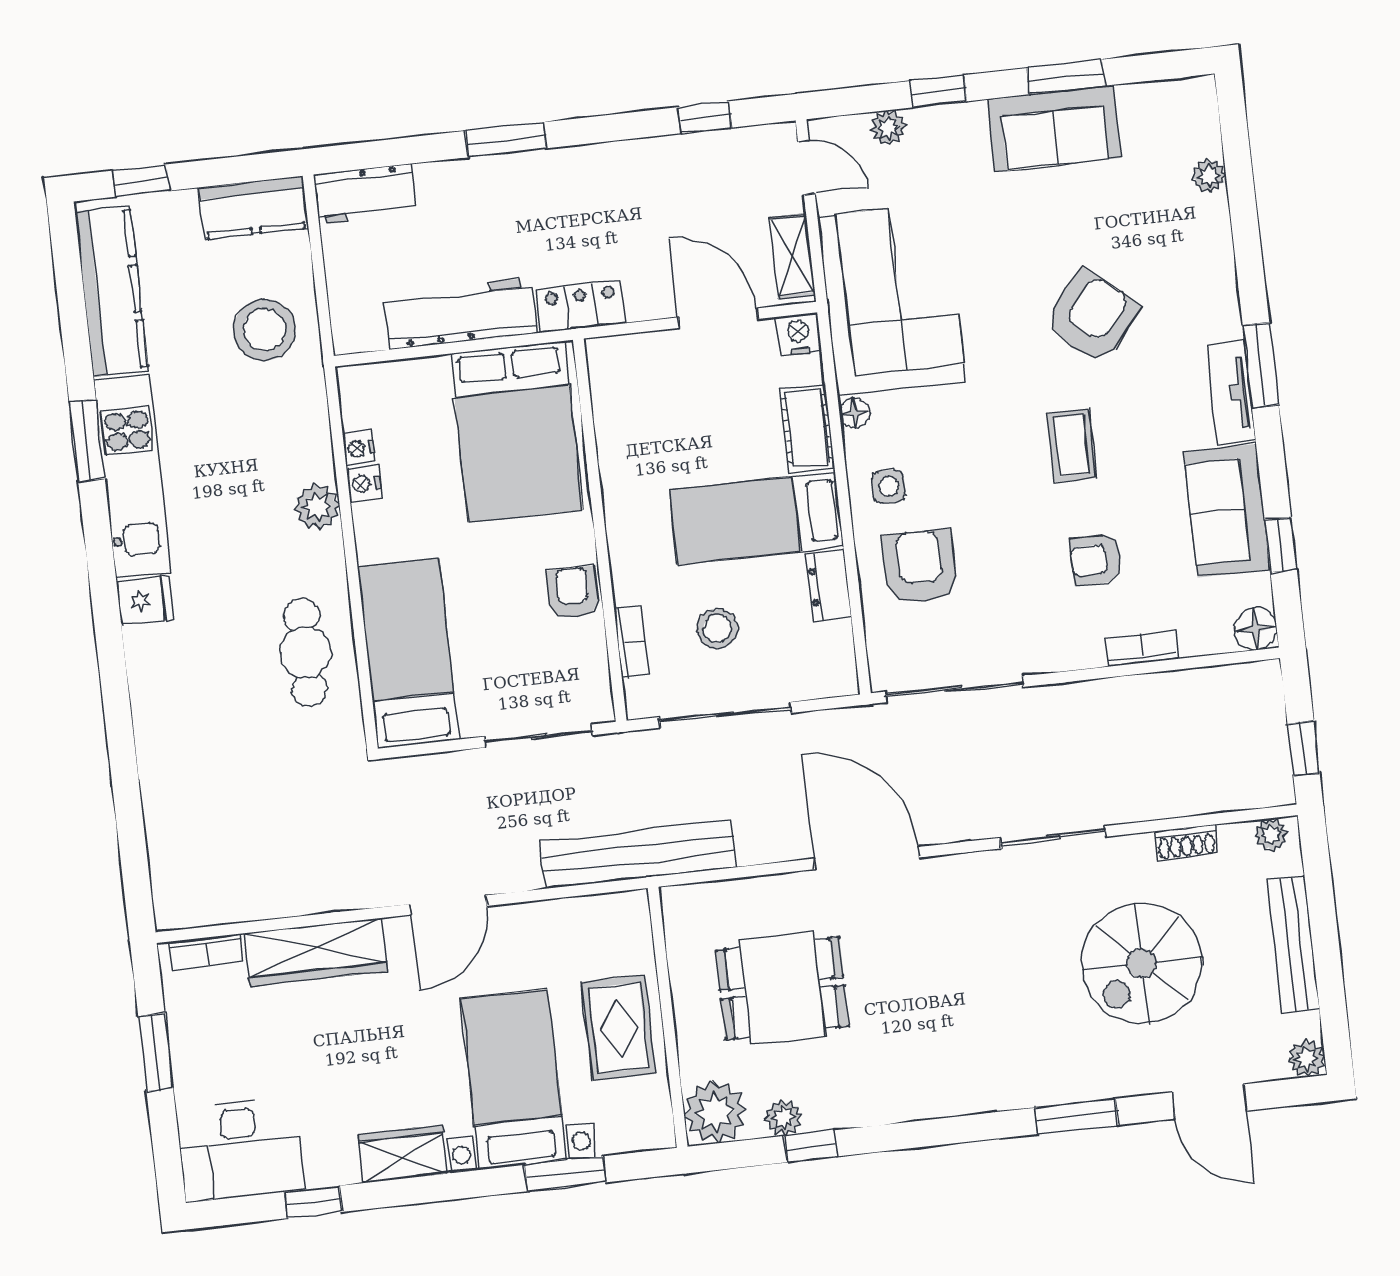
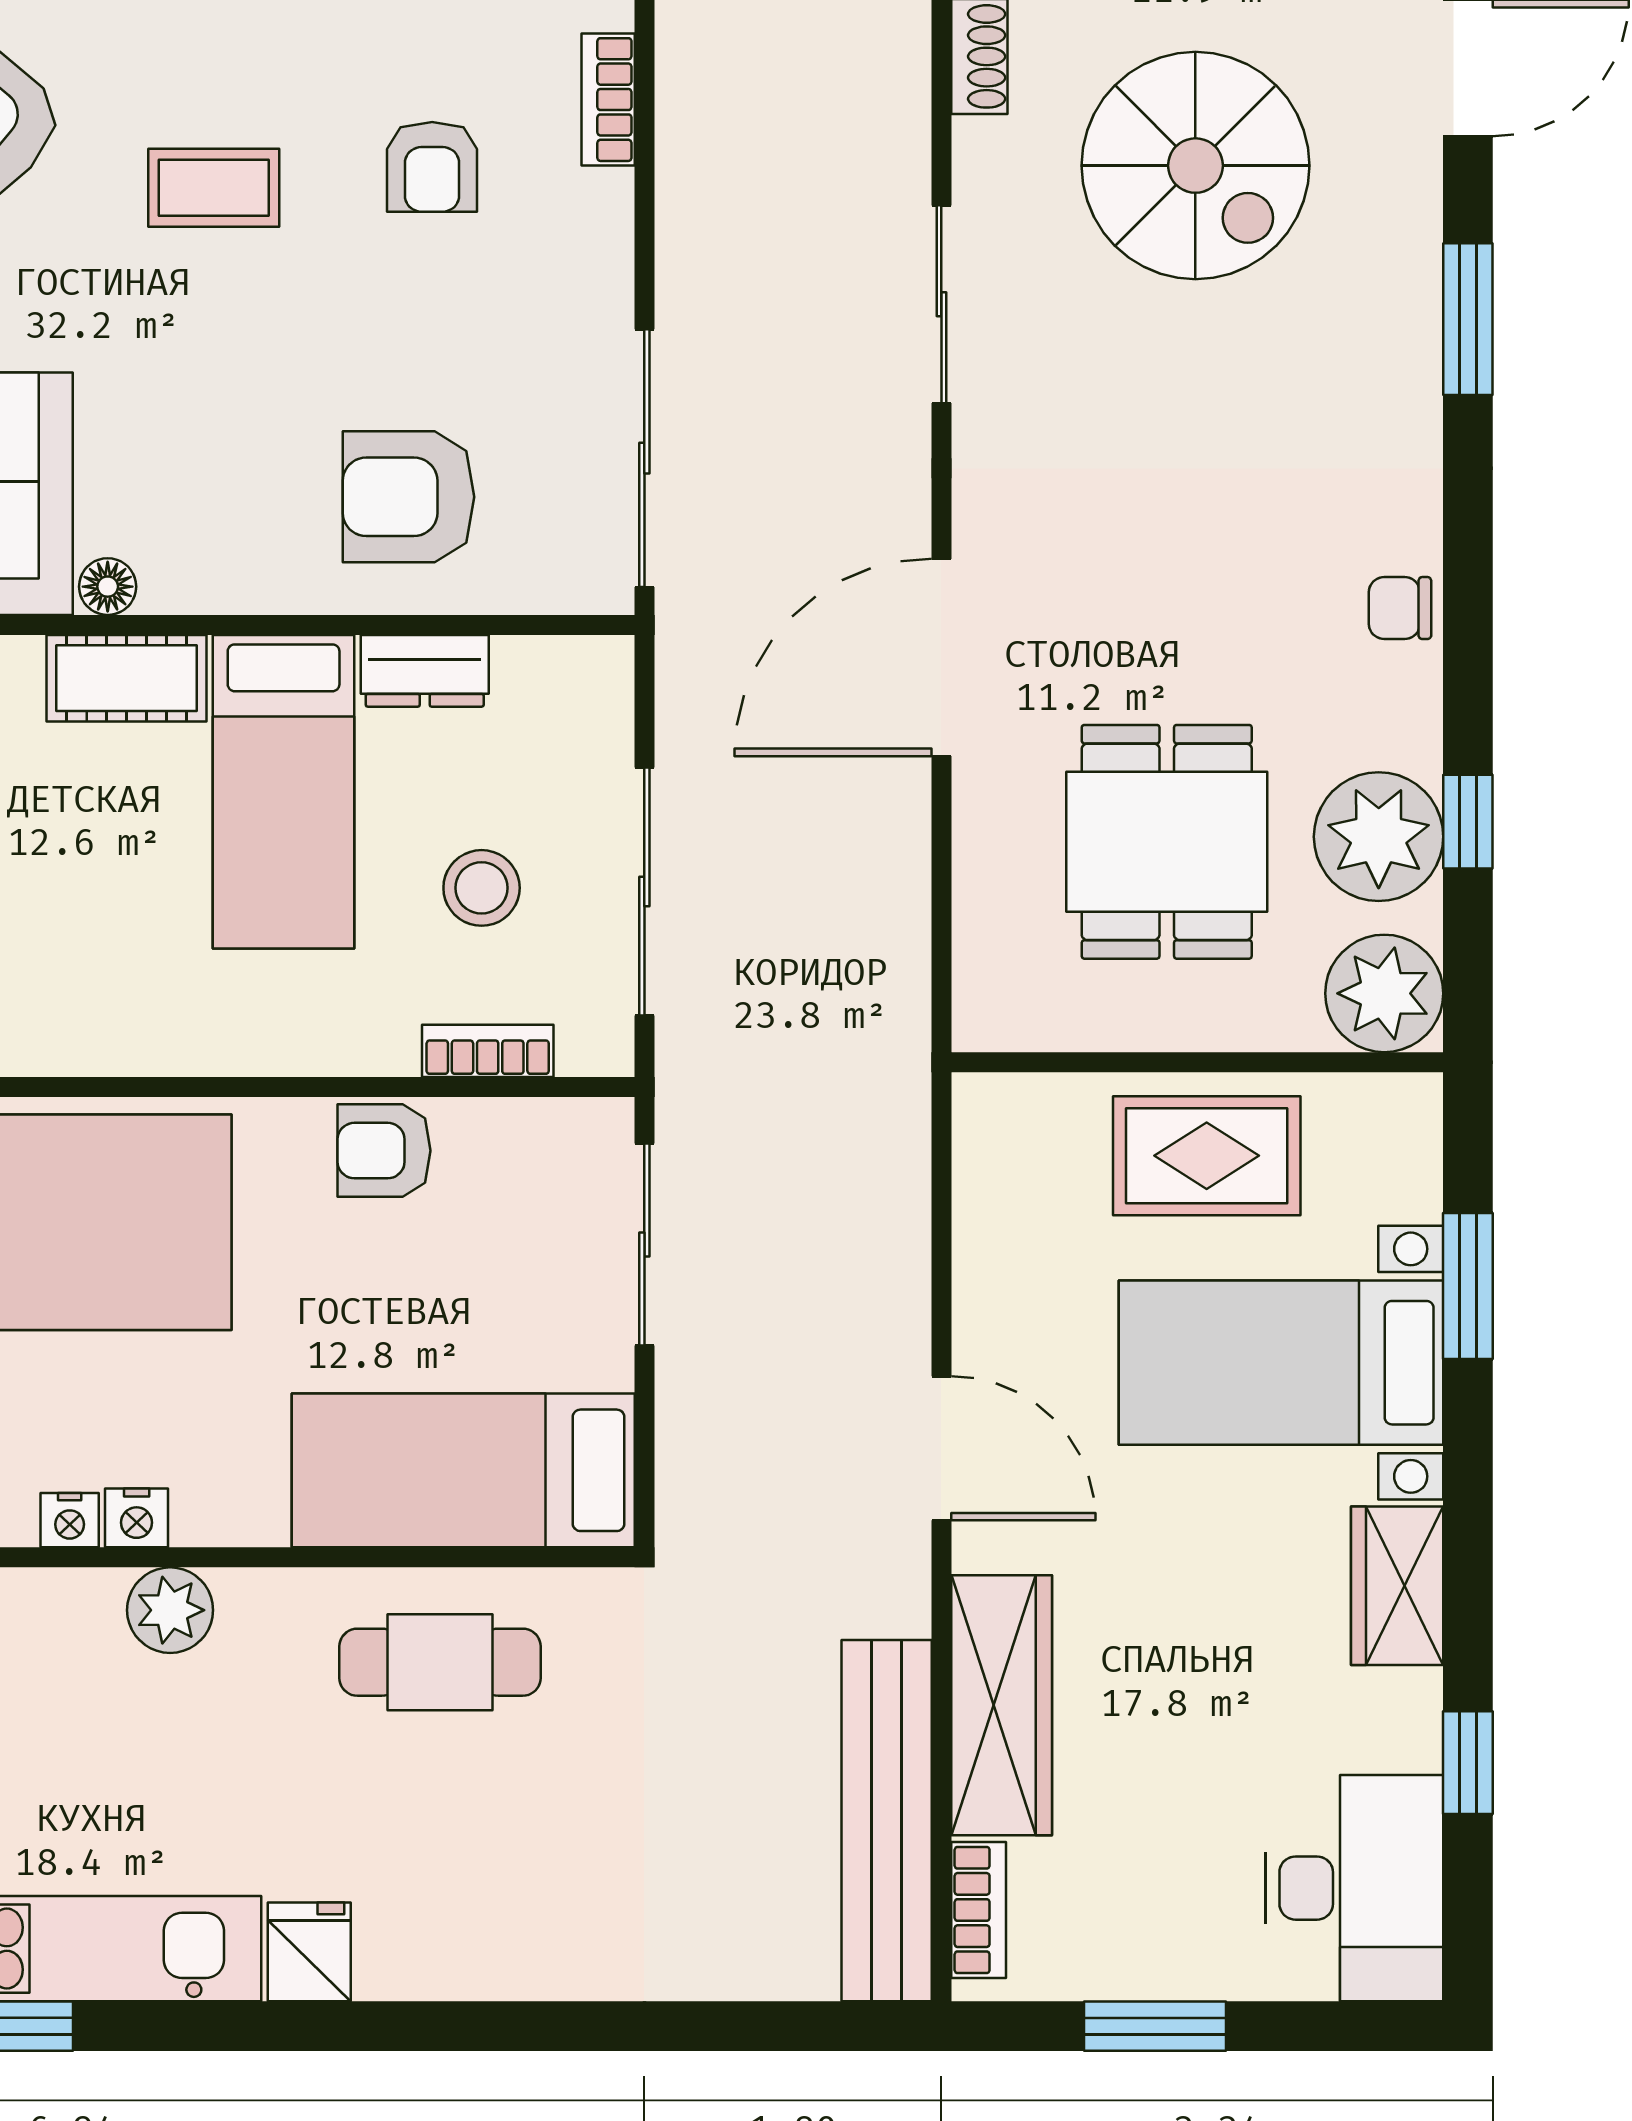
side table: (889, 486) -> (252, 538), removed
bench: (638, 854) -> (887, 1821), moved
chair: (920, 1098) -> (1400, 608), added
plant: (784, 1118) -> (1379, 837), width x1.88, depth x1.88

